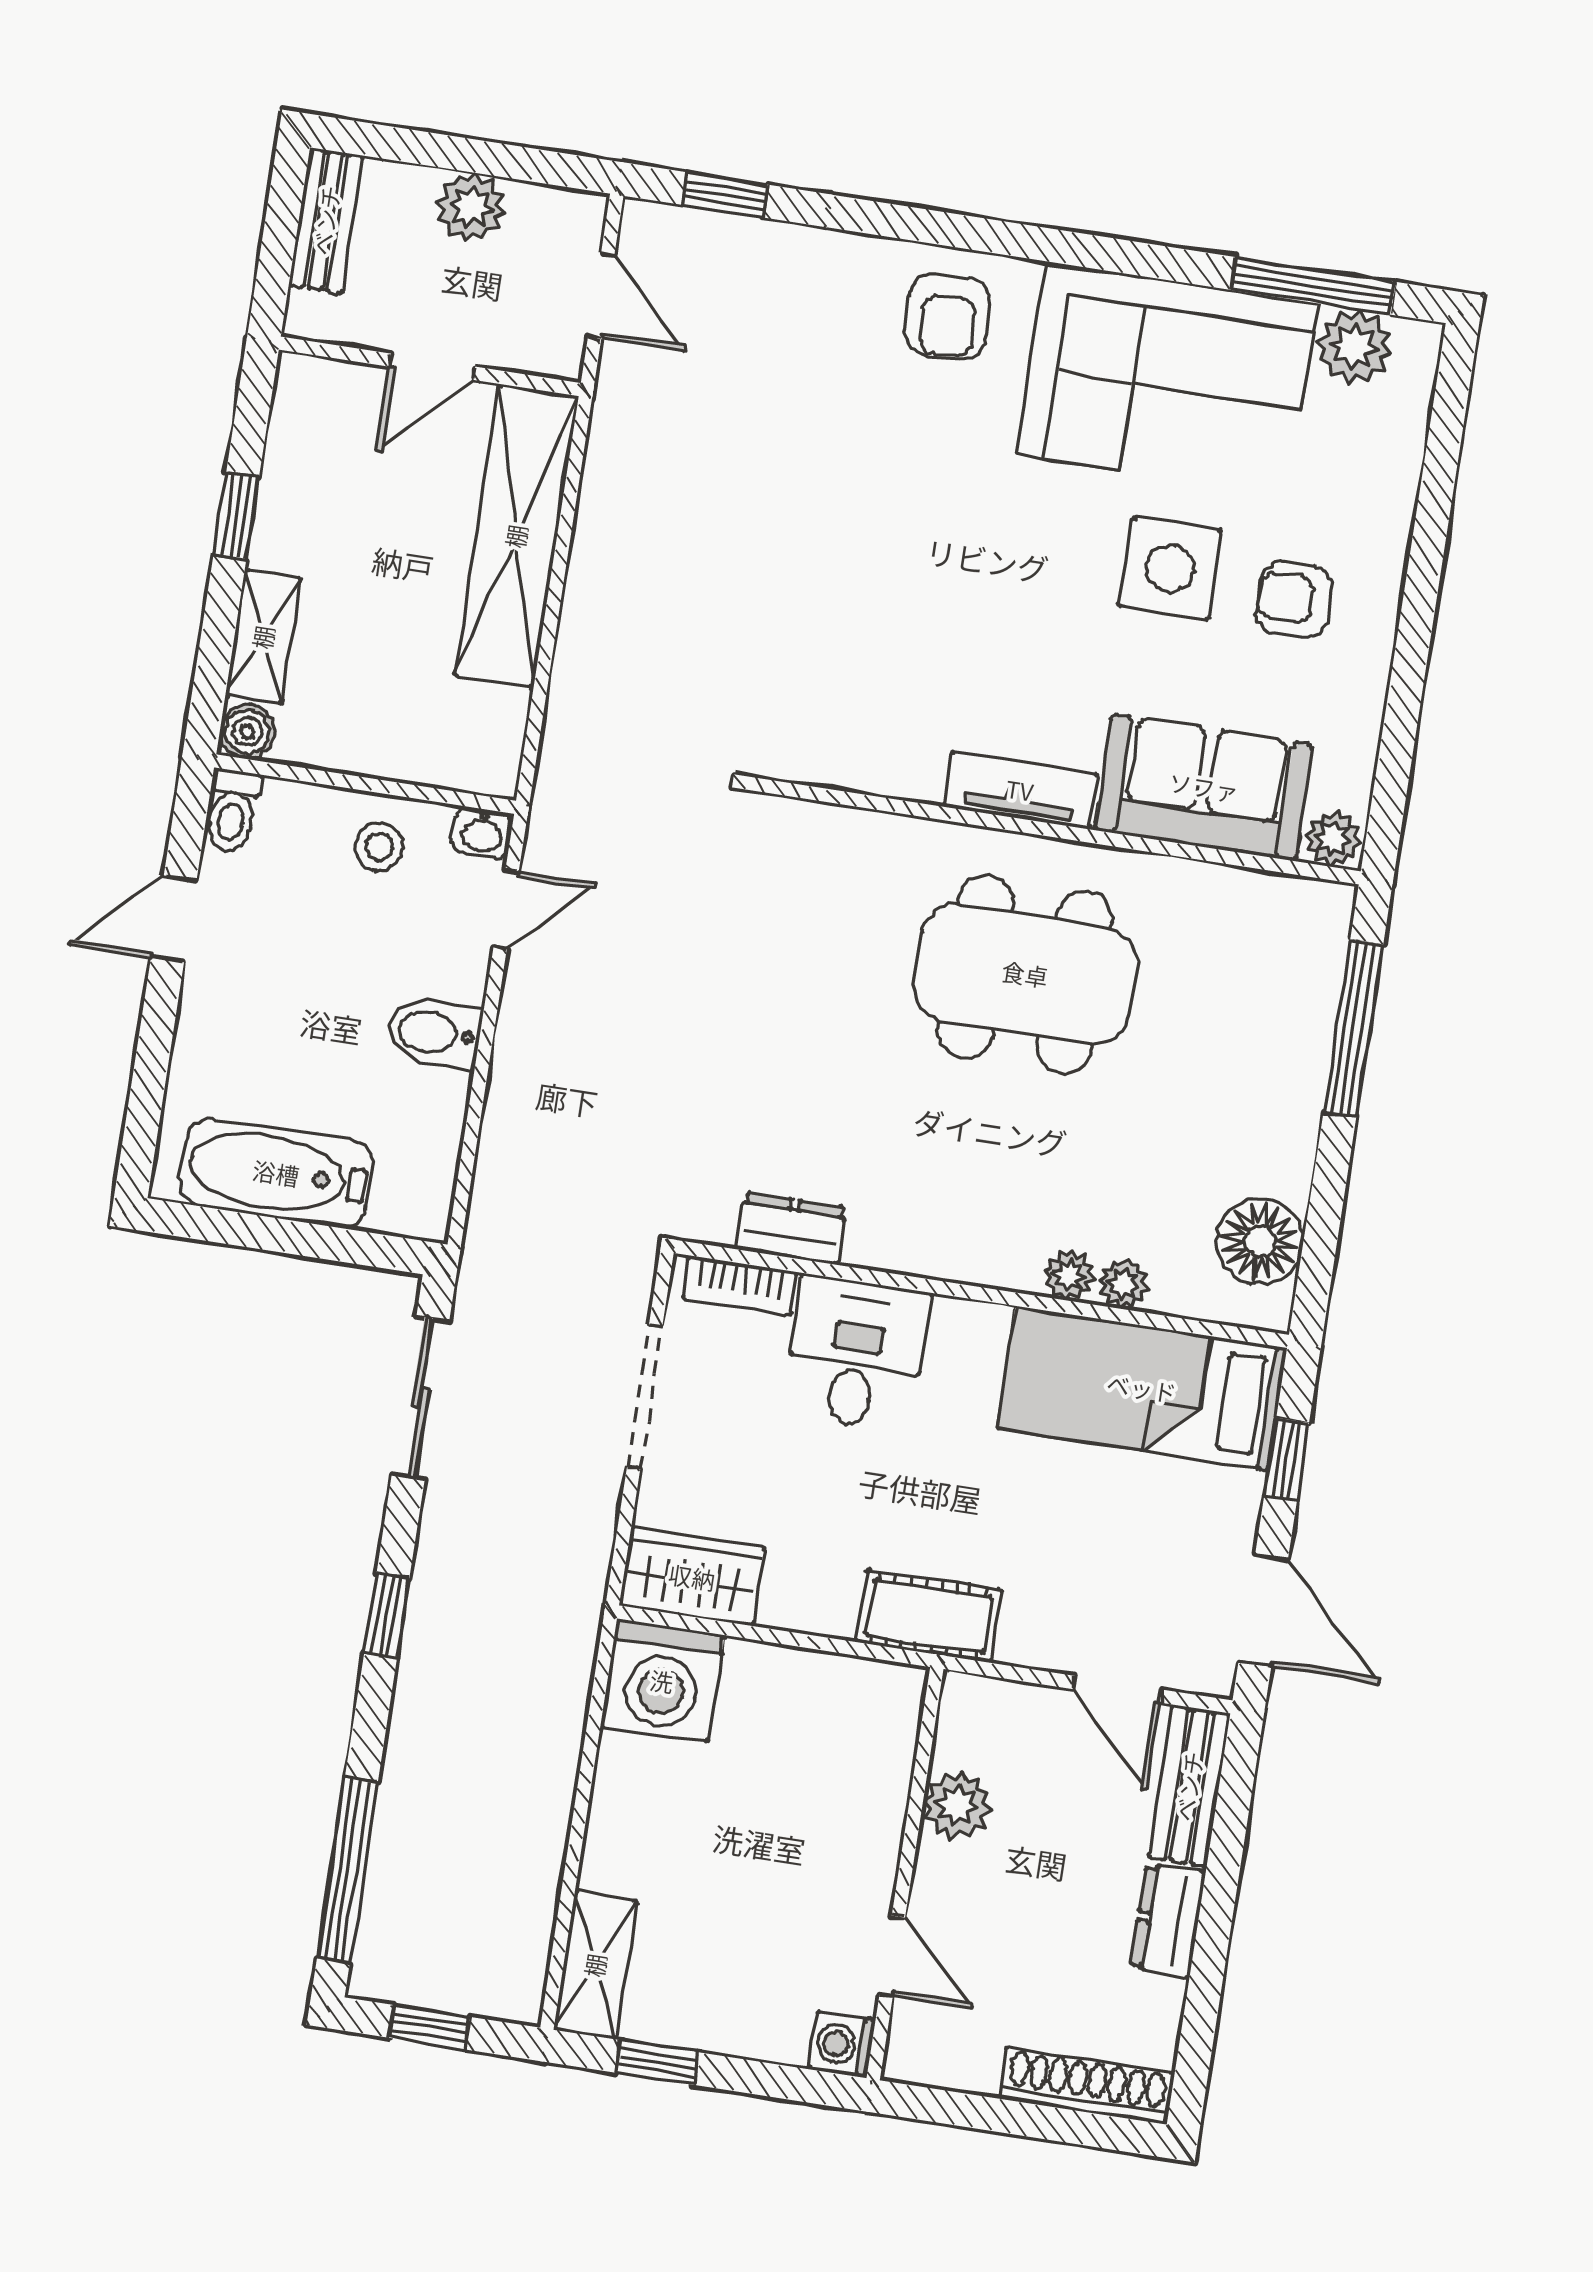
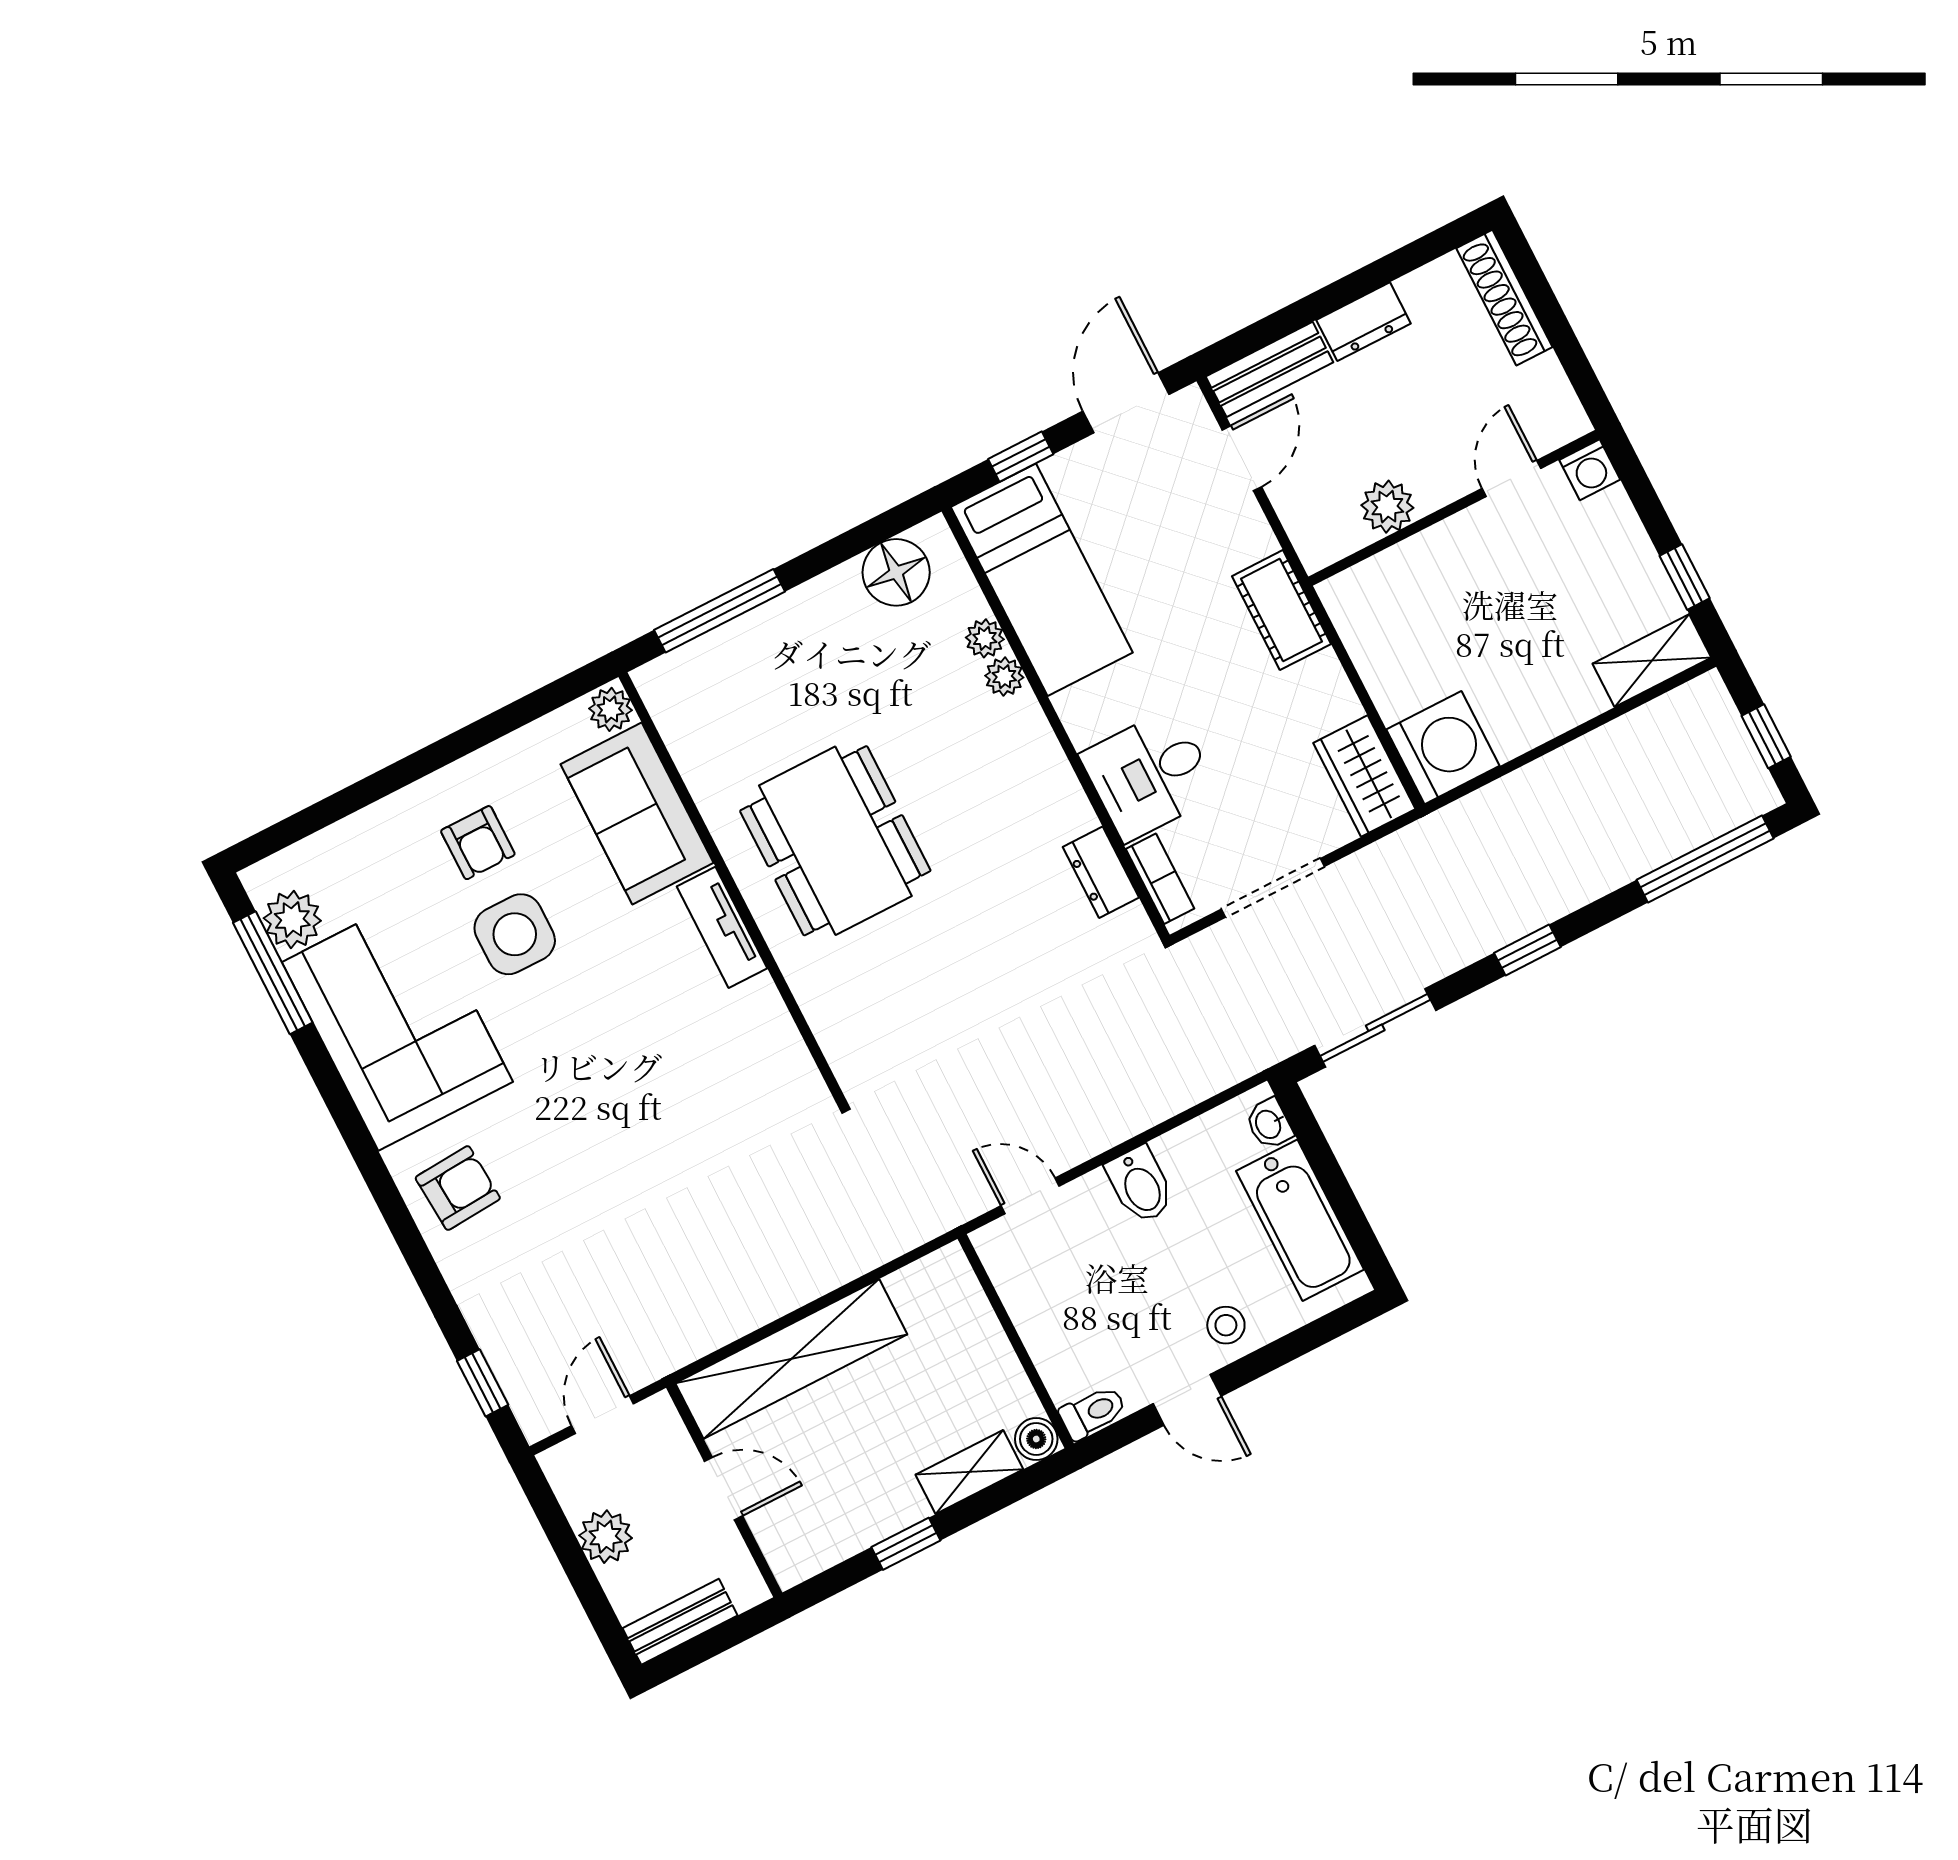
washbasin: (482, 833) -> (1269, 1124), moved, turned 180
stool: (379, 847) -> (1226, 1325), moved

